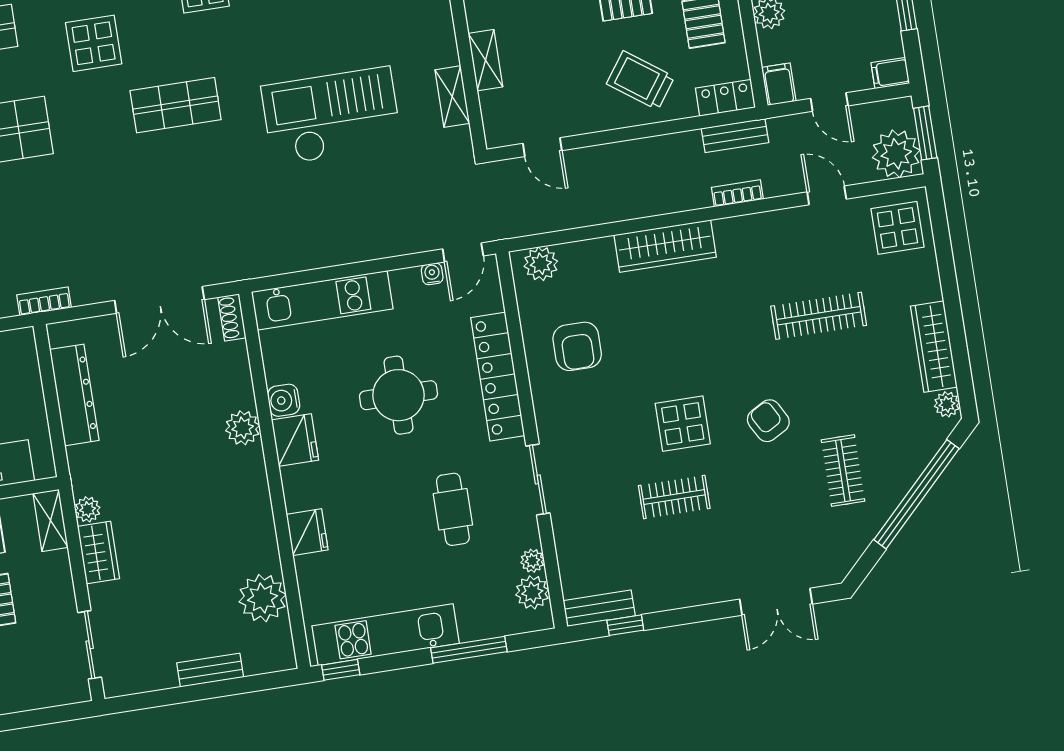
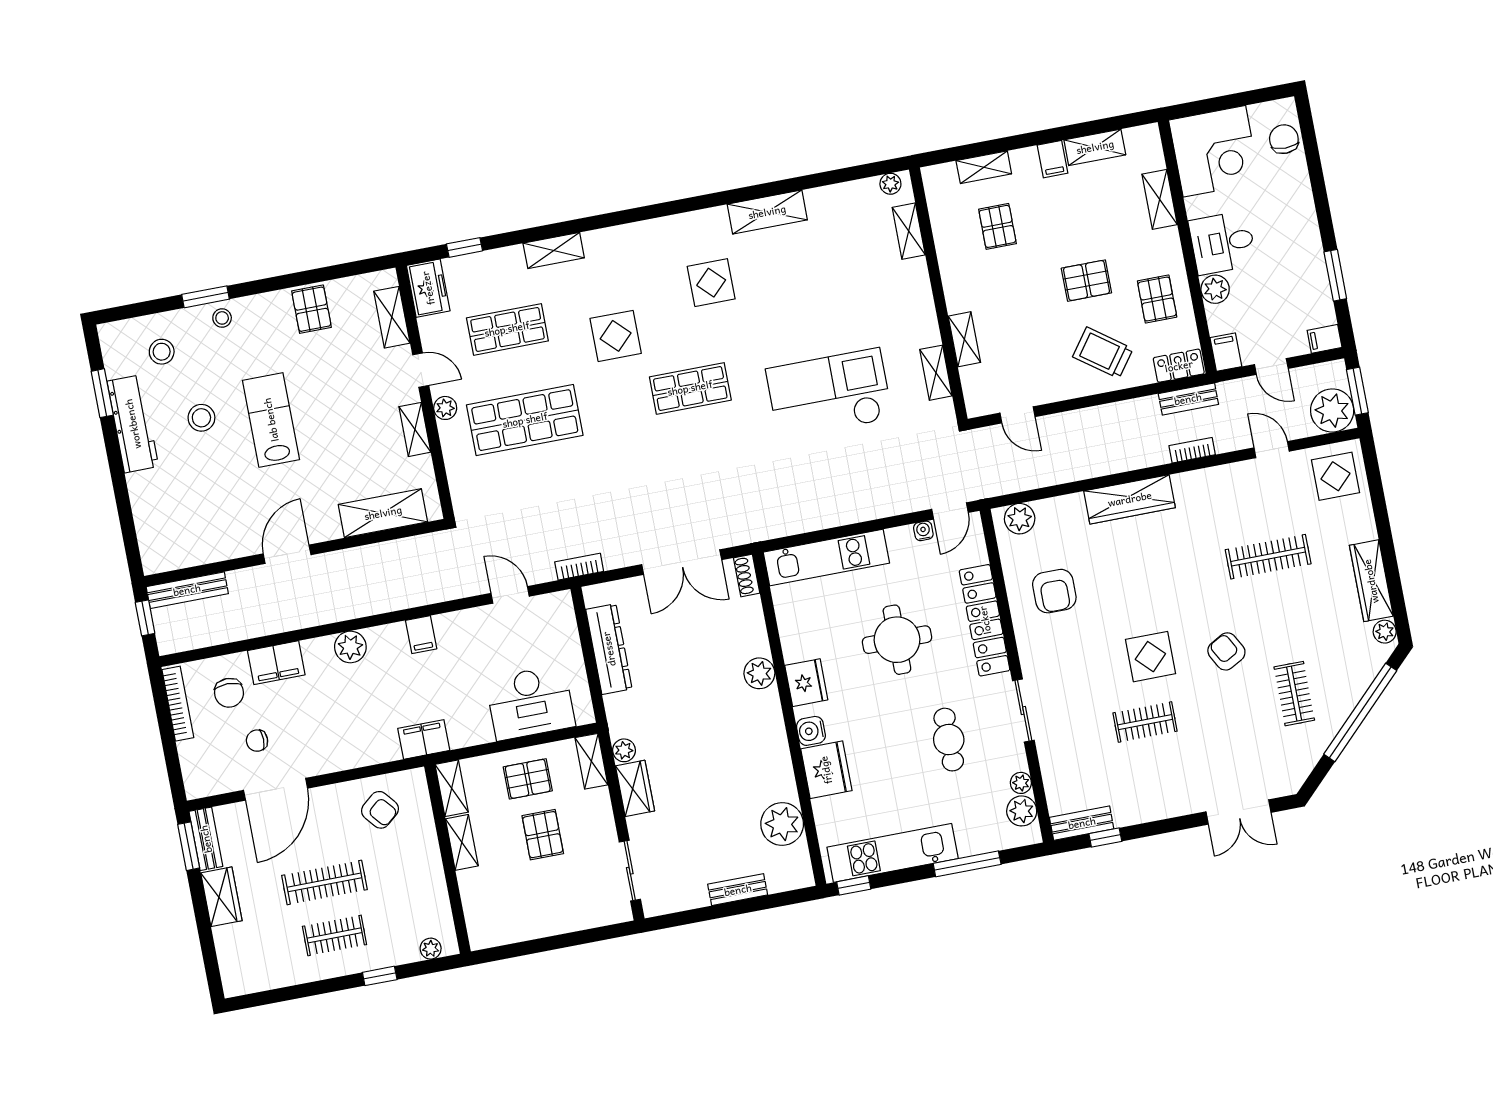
water cooler: (284, 400) -> (811, 731), moved
fridge: (307, 532) -> (826, 770), width x1.36, depth x1.34

